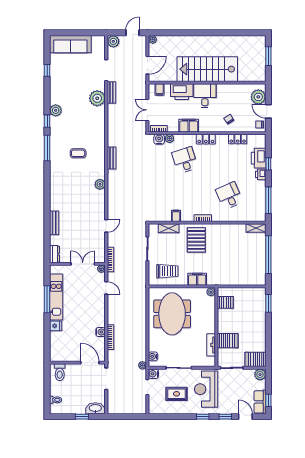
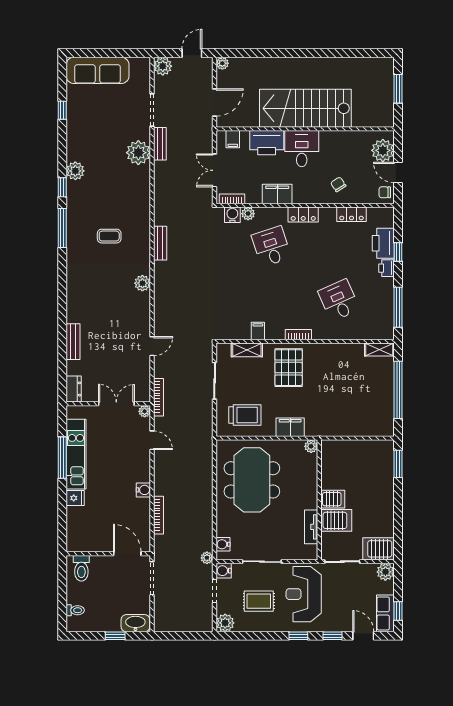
server rack: (225, 302) -> (333, 499), moved
water cooler: (101, 332) -> (143, 490), moved
plant: (154, 408) -> (225, 623), added

